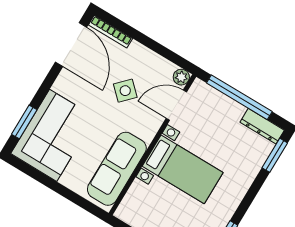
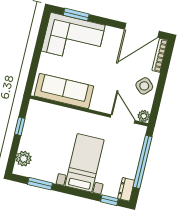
side table: (125, 91) -> (144, 86), moved
dresser: (262, 126) -> (126, 189), width x0.70
window: (275, 155) -> (109, 200), width x0.67
bed with nightstands: (183, 169) -> (85, 163), moved, turned 180

